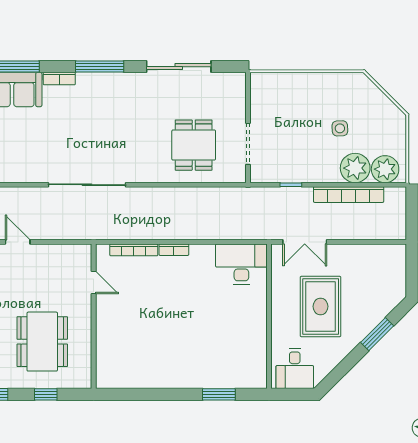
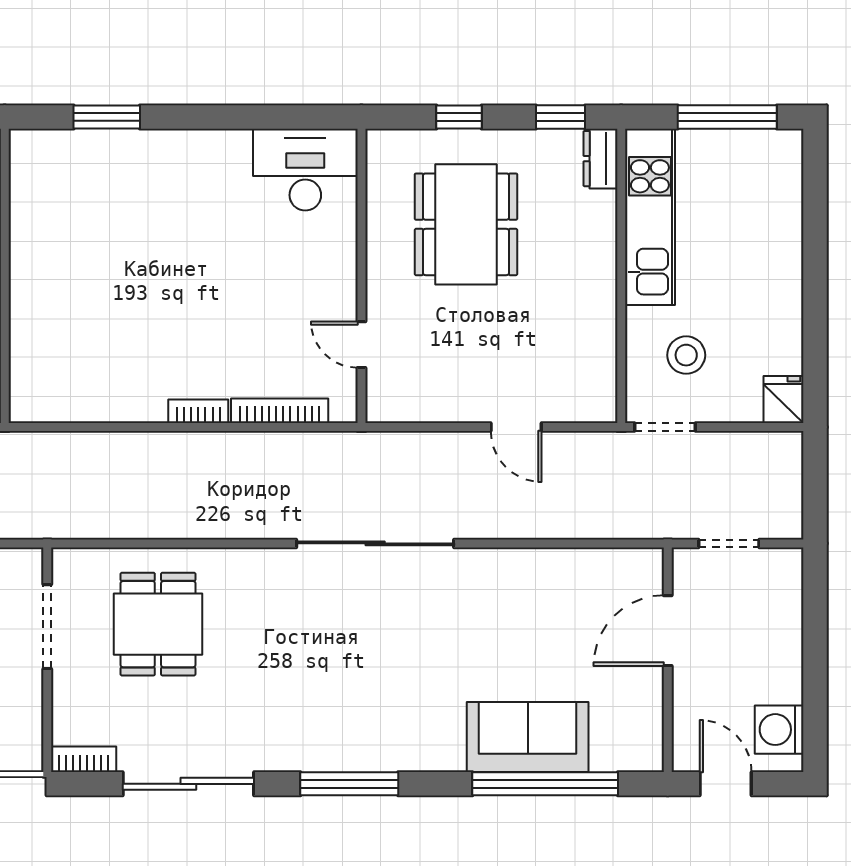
bookcase: (59, 79) -> (84, 759), moved
desk: (241, 264) -> (305, 170), moved, turned 180

